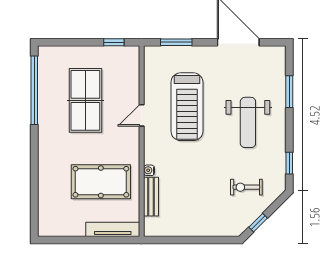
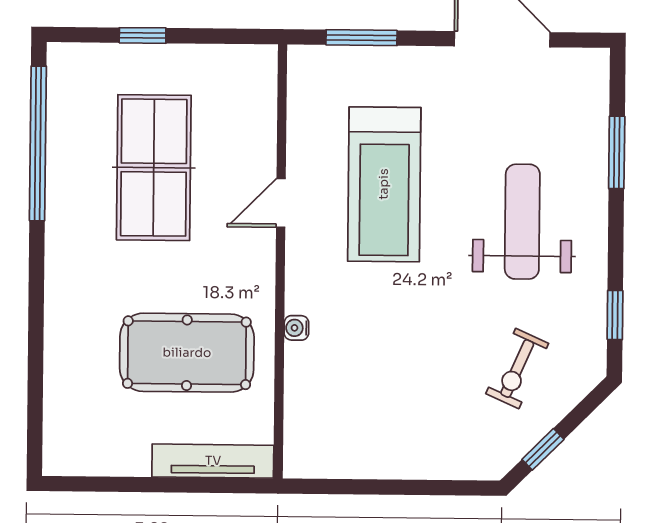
window: (114, 42) -> (143, 35), moved
weight bench: (248, 122) -> (522, 222), turned 180
exercise bike: (246, 187) -> (517, 368), turned -66
bench: (151, 197) -> (300, 388), removed

